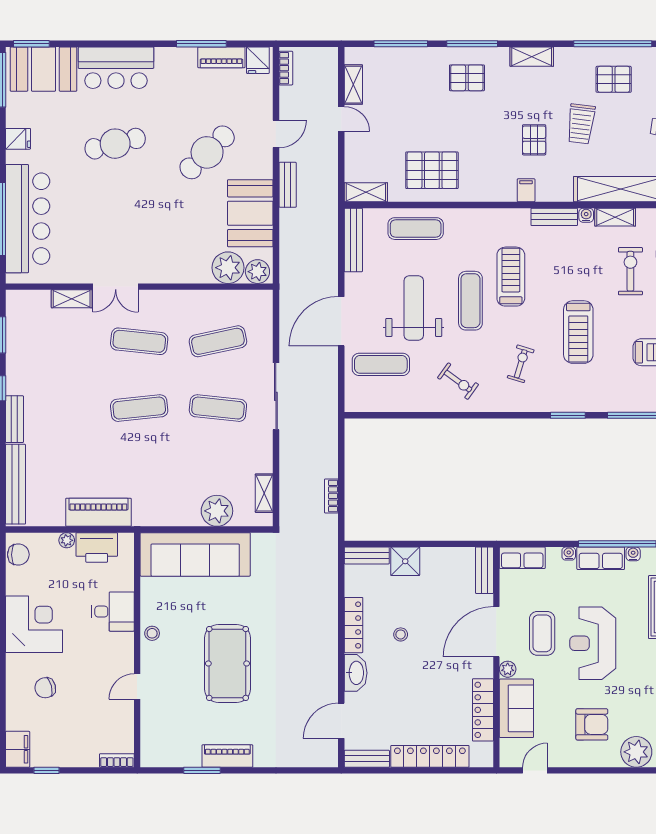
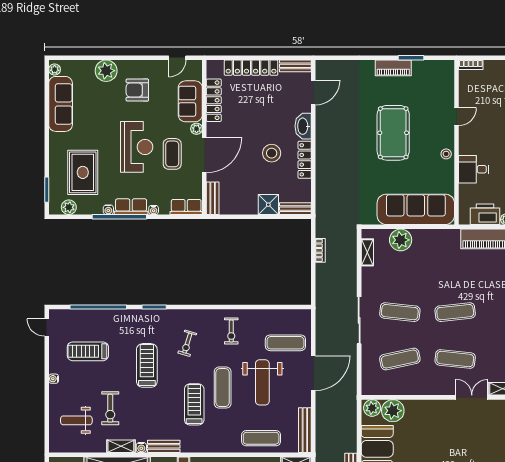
treadmill: (511, 277) -> (194, 404), turned 180
exercise bike: (458, 381) -> (231, 331), turned -126
stool: (401, 634) -> (272, 153), width x1.89, depth x1.89

